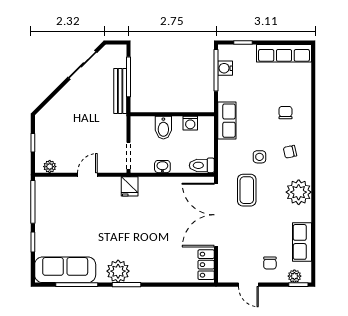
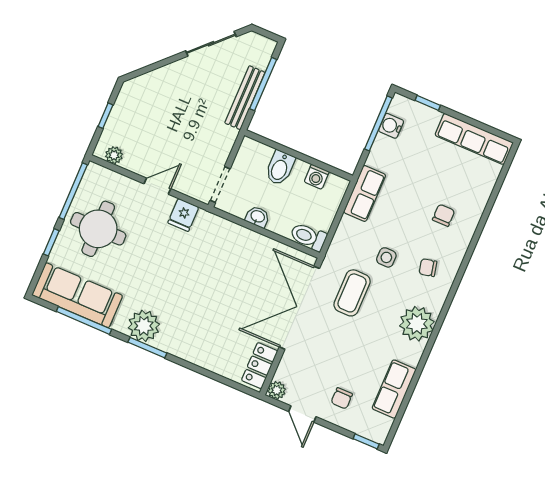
fridge: (130, 186) -> (183, 215), moved
round table: (60, 220) -> (98, 229), added
plant: (294, 276) -> (277, 390), moved

